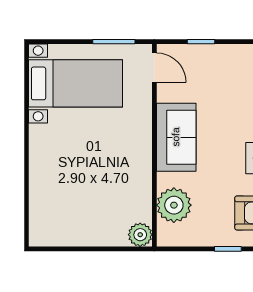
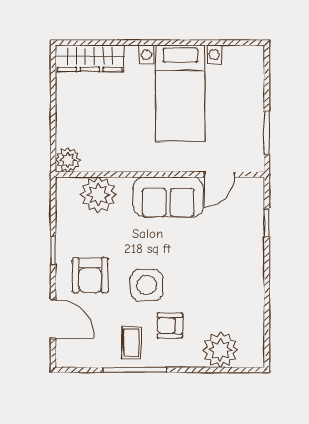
door: (154, 68) -> (219, 174), moved
bed with nightstands: (76, 83) -> (180, 93), moved
wardrobe: (42, 213) -> (90, 58), added

